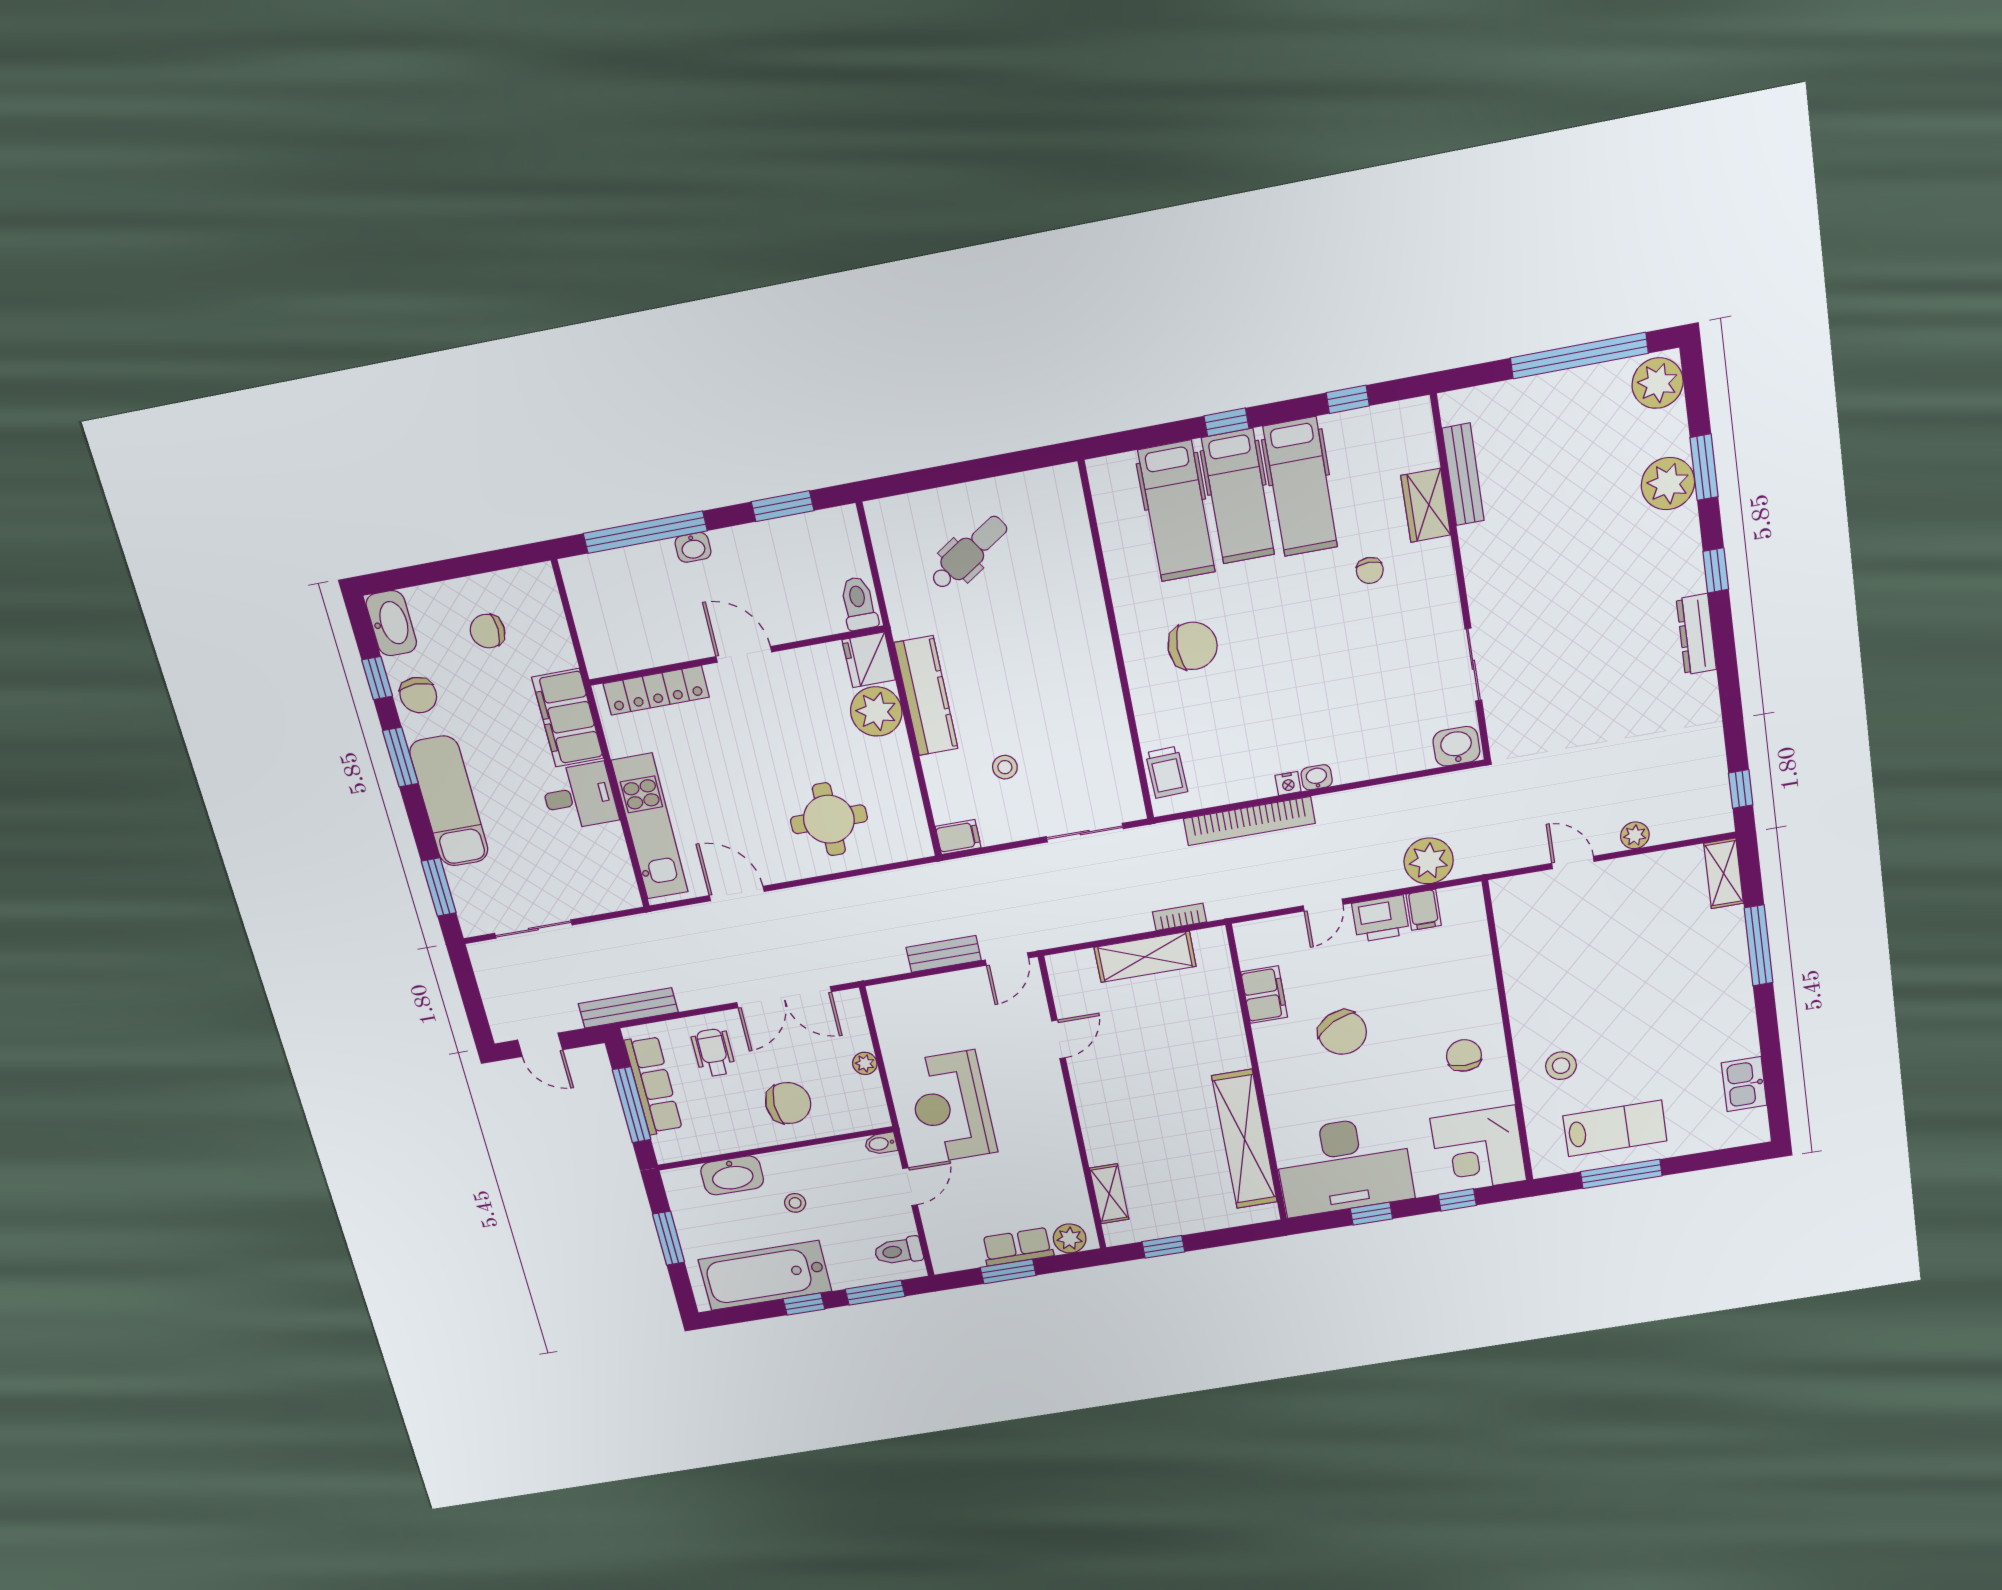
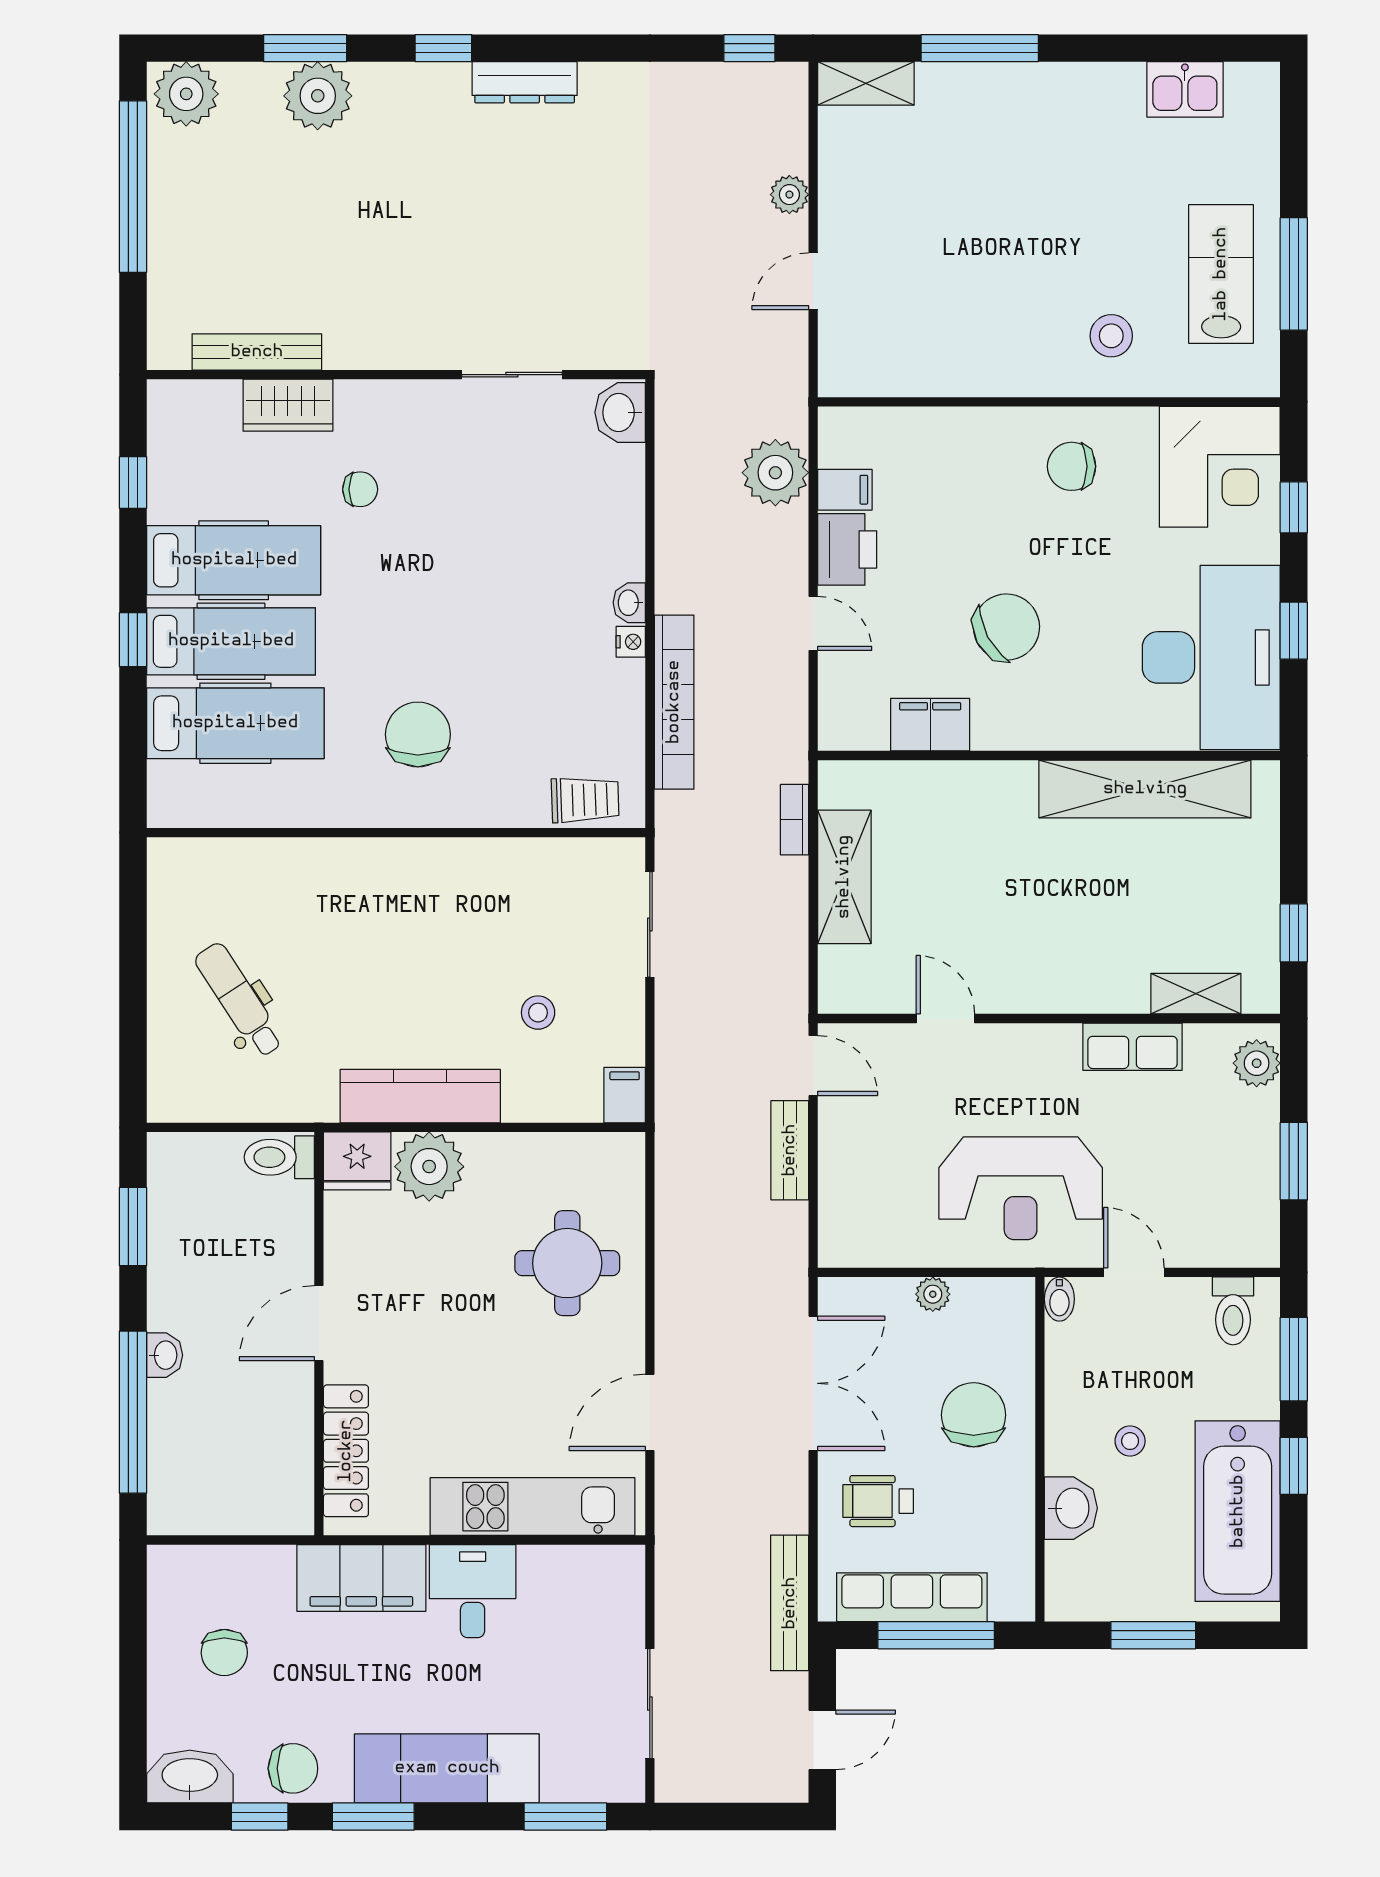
washbasin: (732, 1175) -> (1071, 1508), width x0.72
row of seats: (1017, 1247) -> (1133, 1047), moved, turned -90

